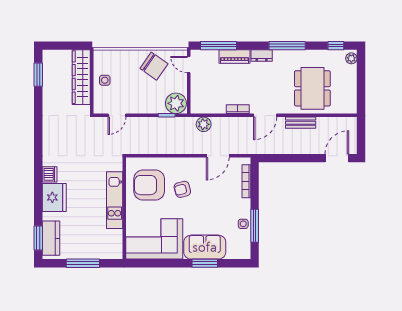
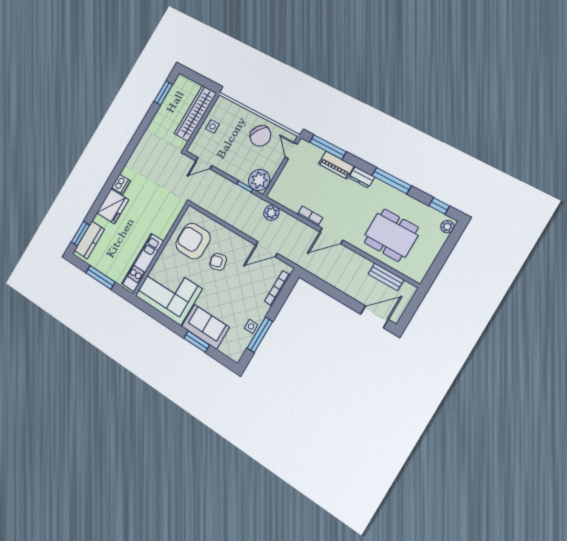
dining table: (312, 88) -> (391, 235), turned 90
bench: (301, 123) -> (386, 277), moved
kitchen unit: (115, 200) -> (143, 263), moved

